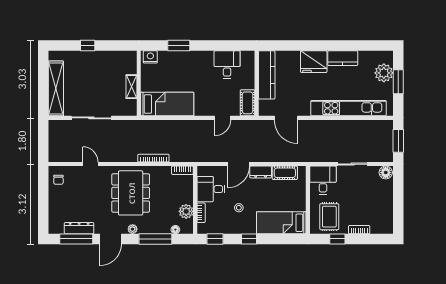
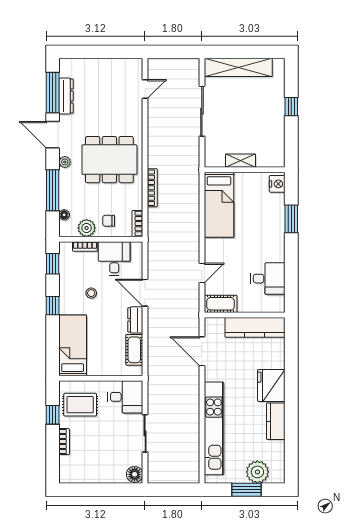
door: (223, 118) -> (202, 273), swing flipped
door: (286, 118) -> (202, 351), hinge flipped
window: (398, 141) -> (174, 490), removed
door: (90, 164) -> (145, 89), moved
chair: (58, 180) -> (109, 221), moved

